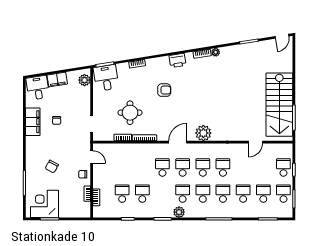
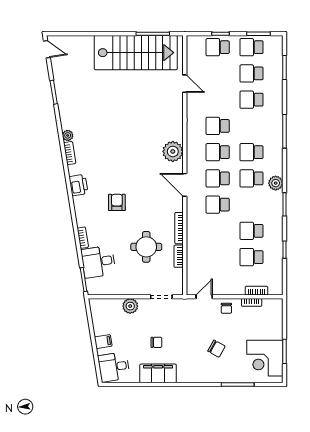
desk: (106, 78) -> (98, 262), moved
filing cabinet: (57, 80) -> (103, 342), width x0.50
plant: (84, 80) -> (130, 306), moved
school desk: (223, 194) -> (252, 126), removed

